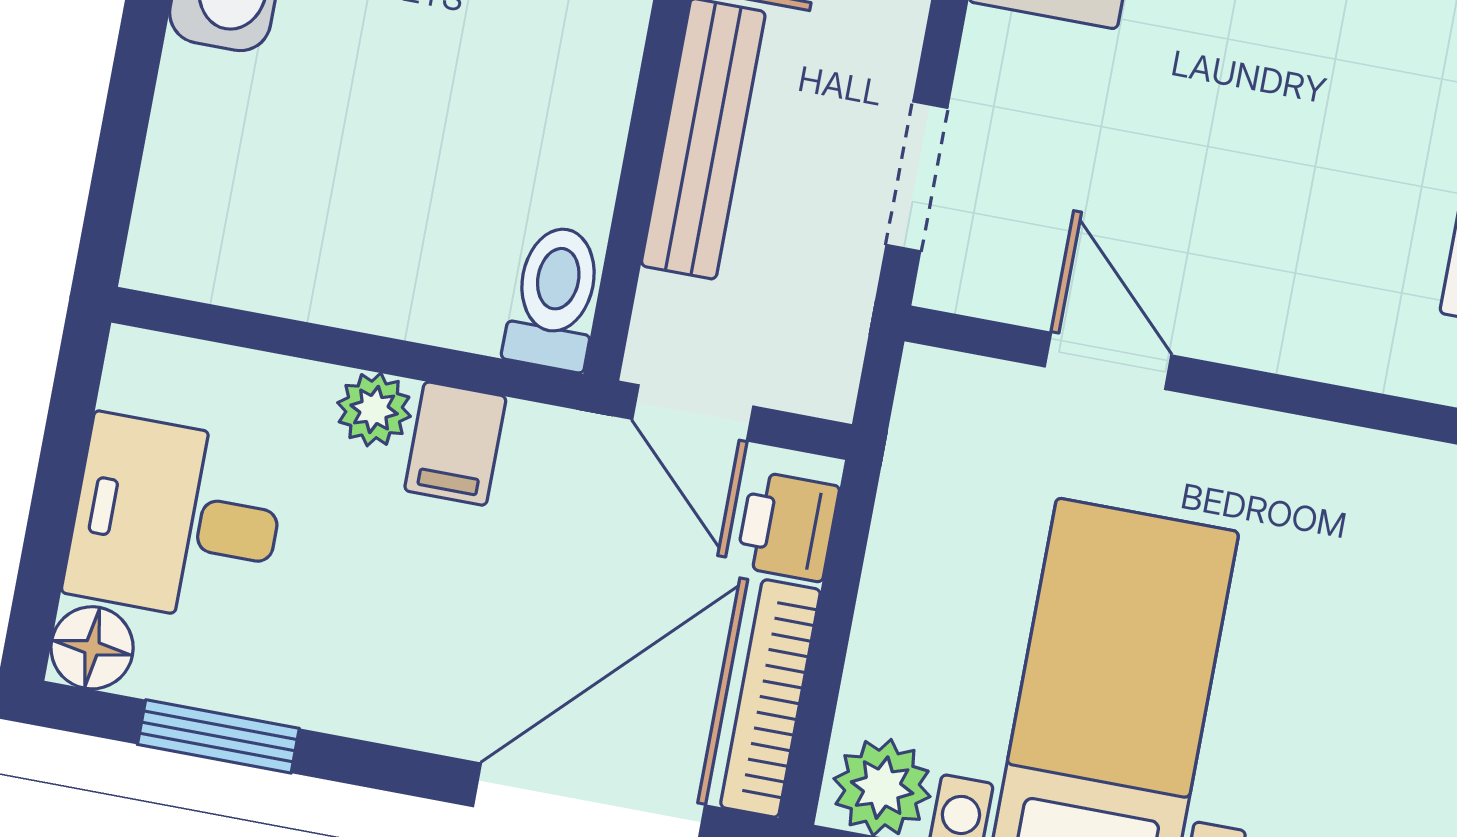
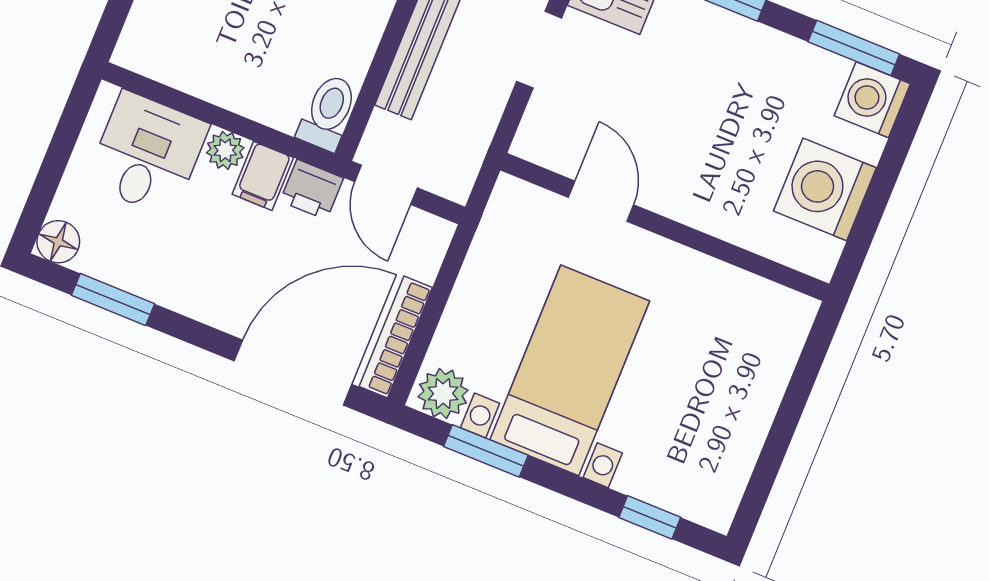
doorway: (917, 176) -> (539, 50), moved
desk: (176, 520) -> (147, 154), moved, turned 90
printer: (788, 526) -> (312, 190), moved, turned -90

